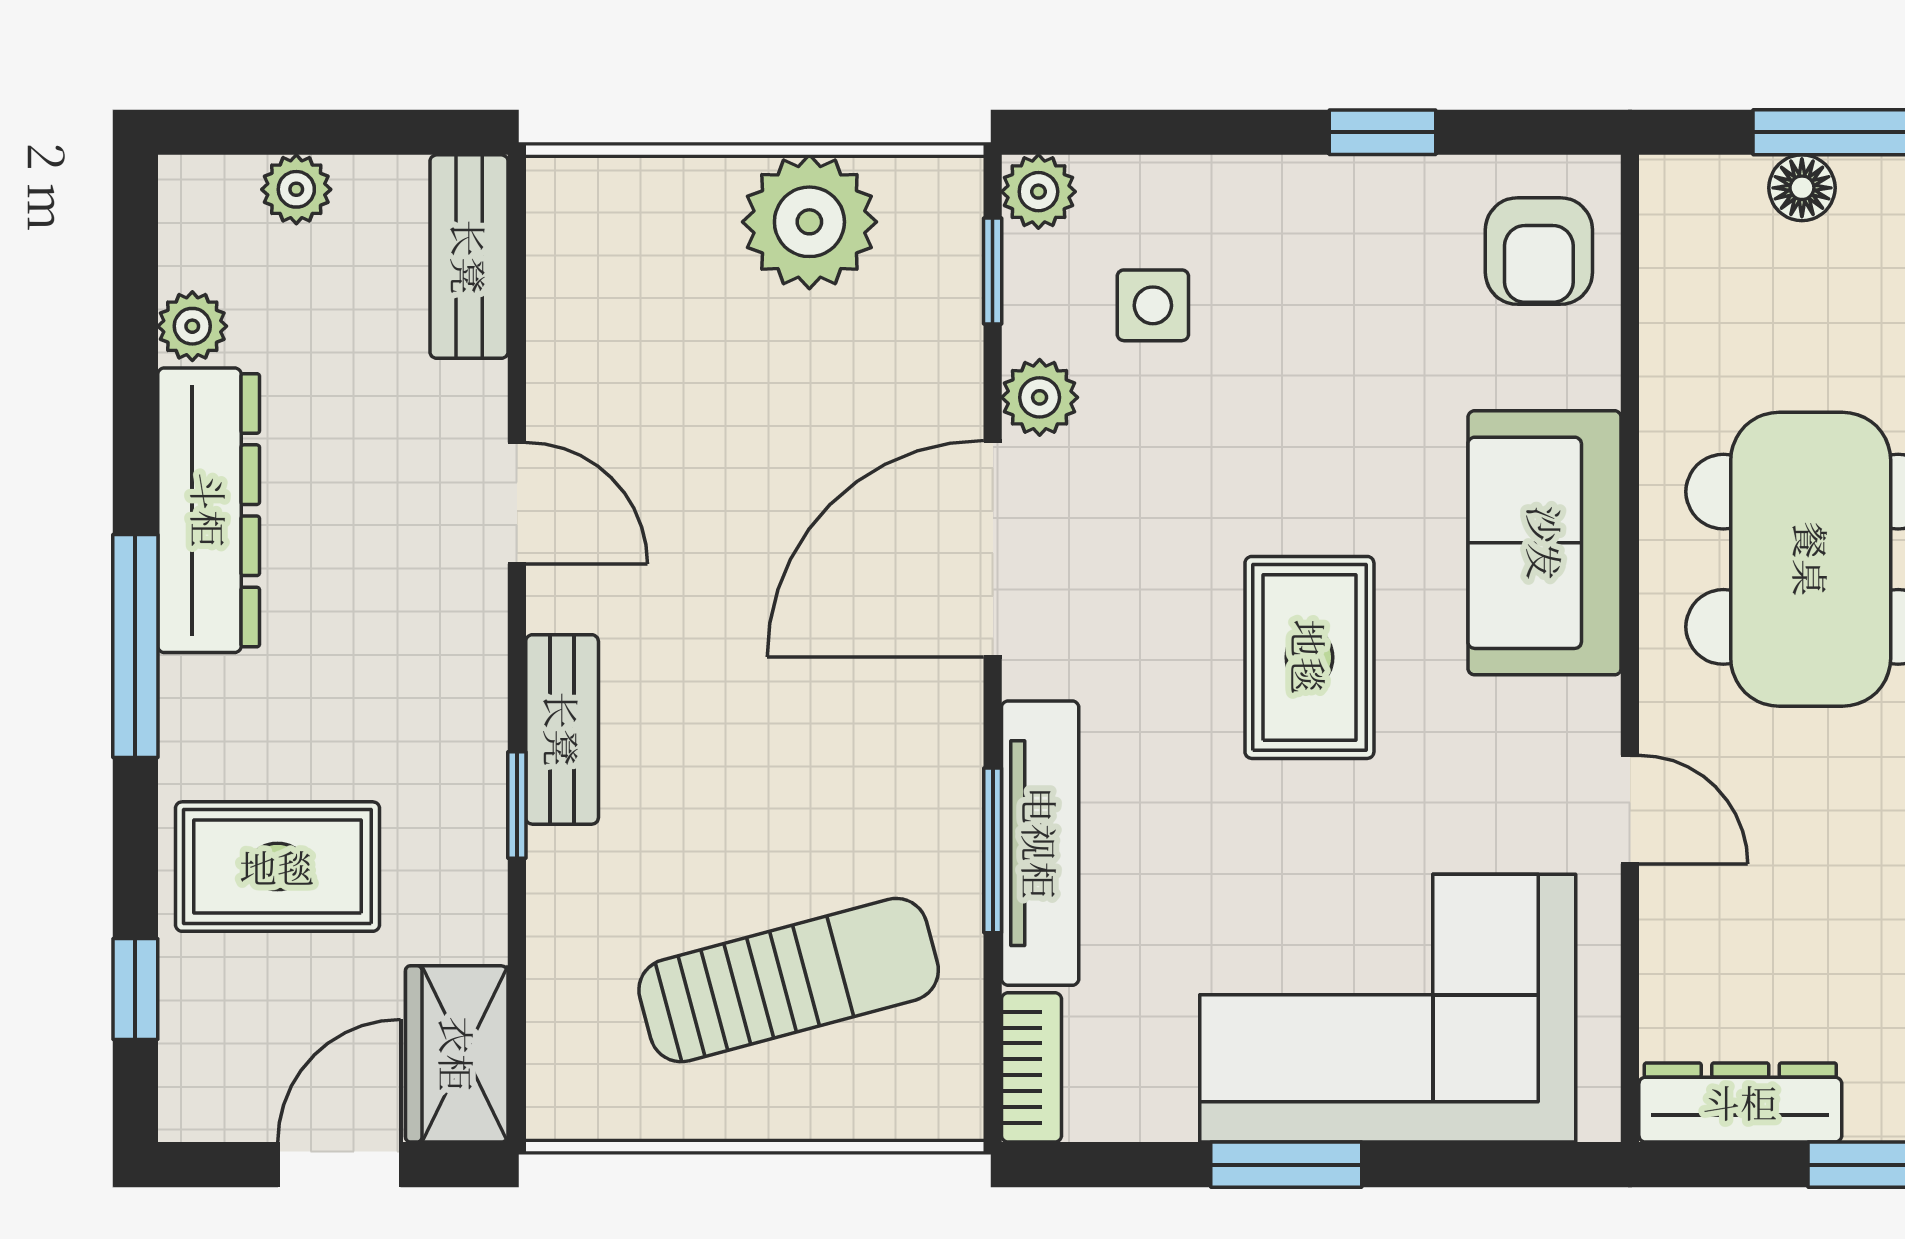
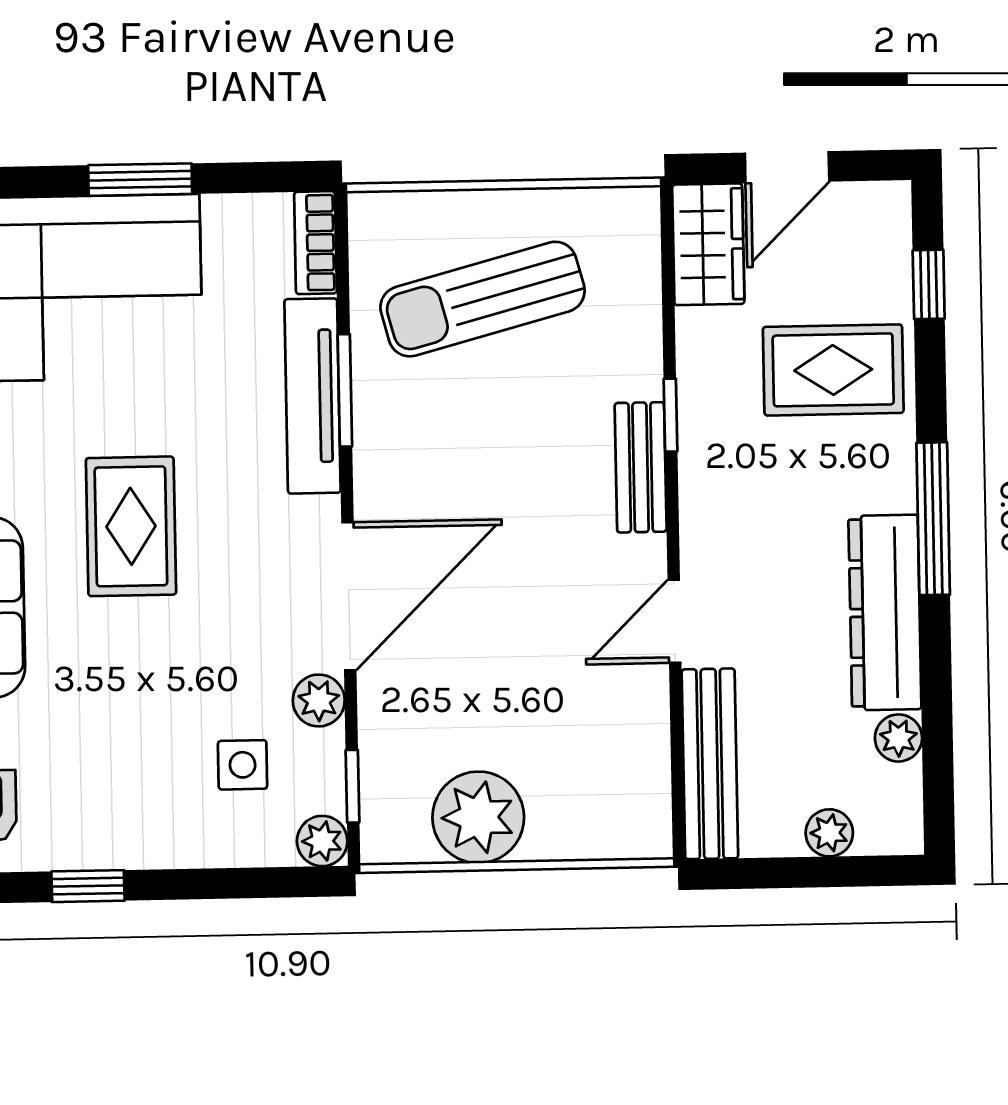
bench: (469, 257) -> (710, 764), width x1.36
door: (517, 503) -> (674, 621), hinge flipped

